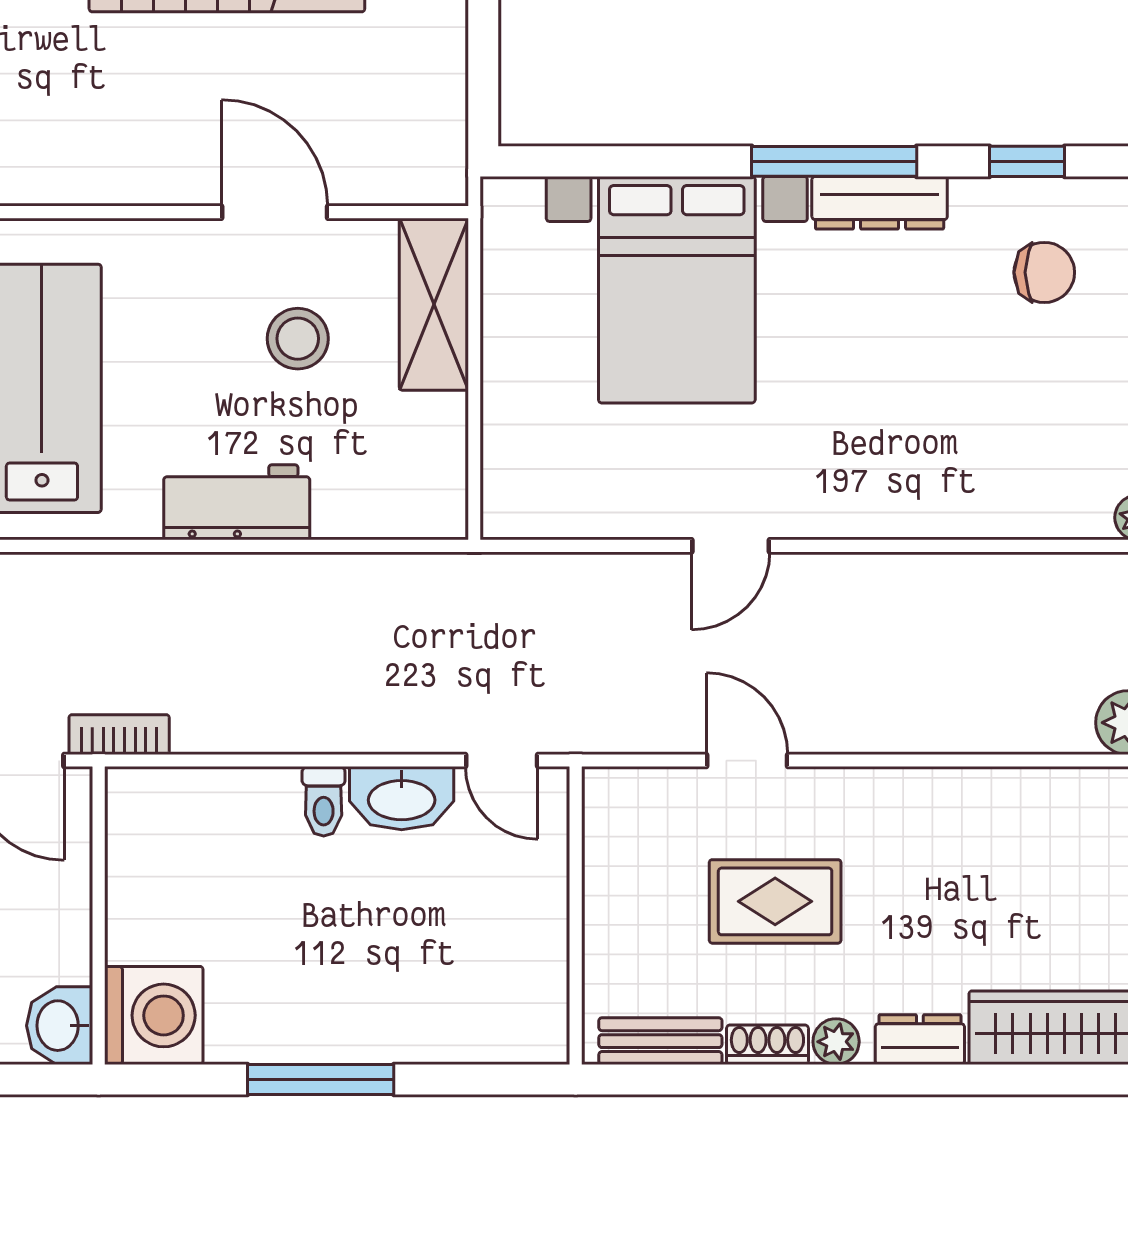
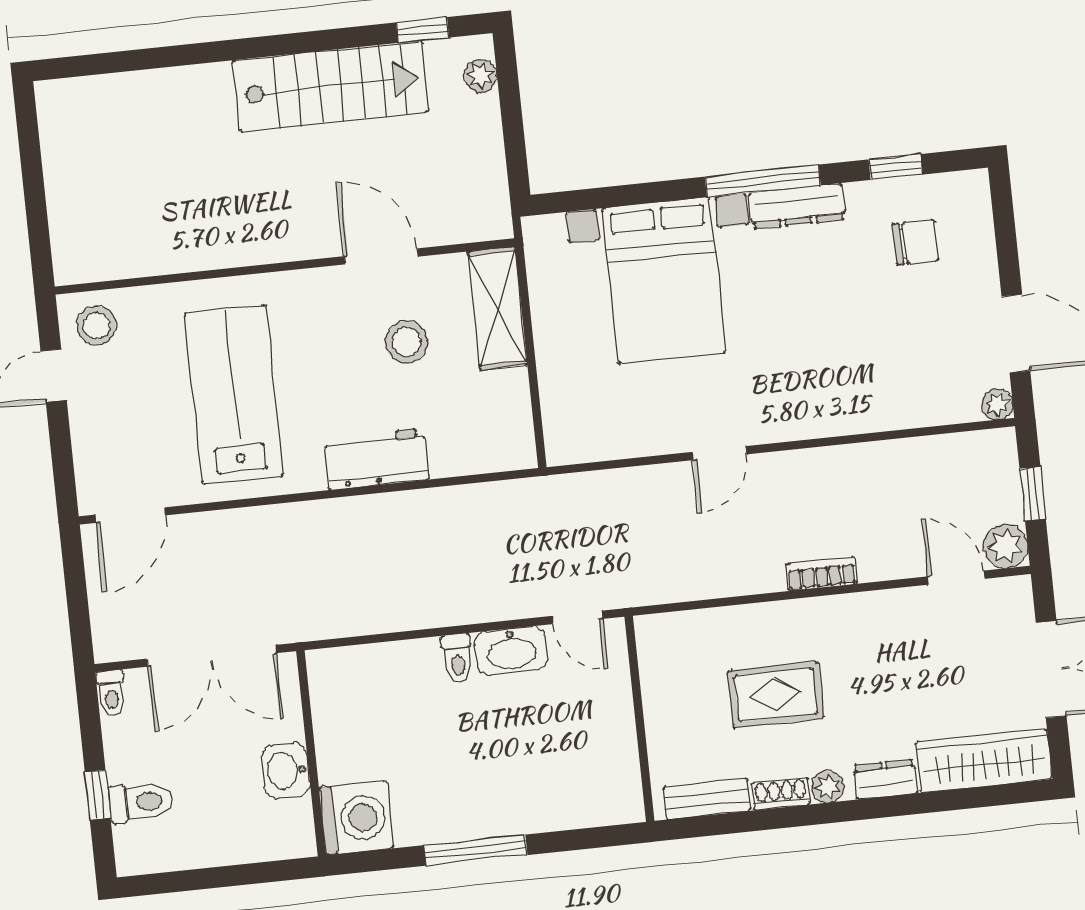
bookcase: (119, 735) -> (822, 574), moved
door: (747, 761) -> (956, 578), moved
washbasin: (60, 1026) -> (286, 770), moved

